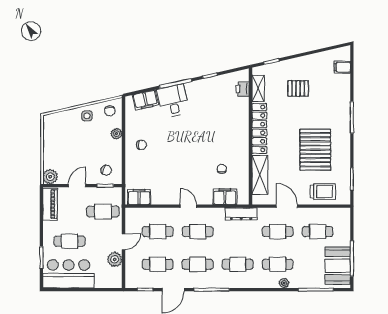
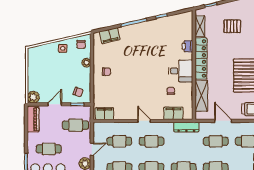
printer: (242, 89) -> (187, 46), moved
desk: (173, 101) -> (181, 71), moved, turned 103

